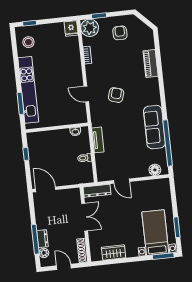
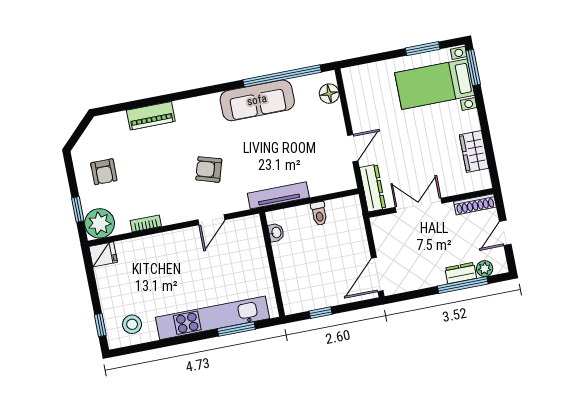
armchair: (120, 33) -> (104, 172), turned -90
tv unit: (98, 140) -> (278, 195), width x1.41

